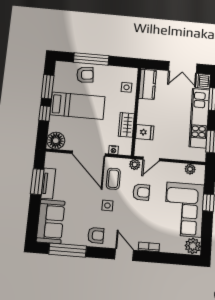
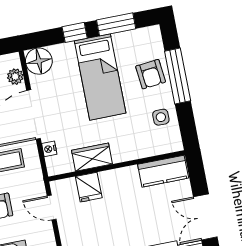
side table: (127, 87) -> (161, 117), moved
plant: (135, 164) -> (15, 77), moved

